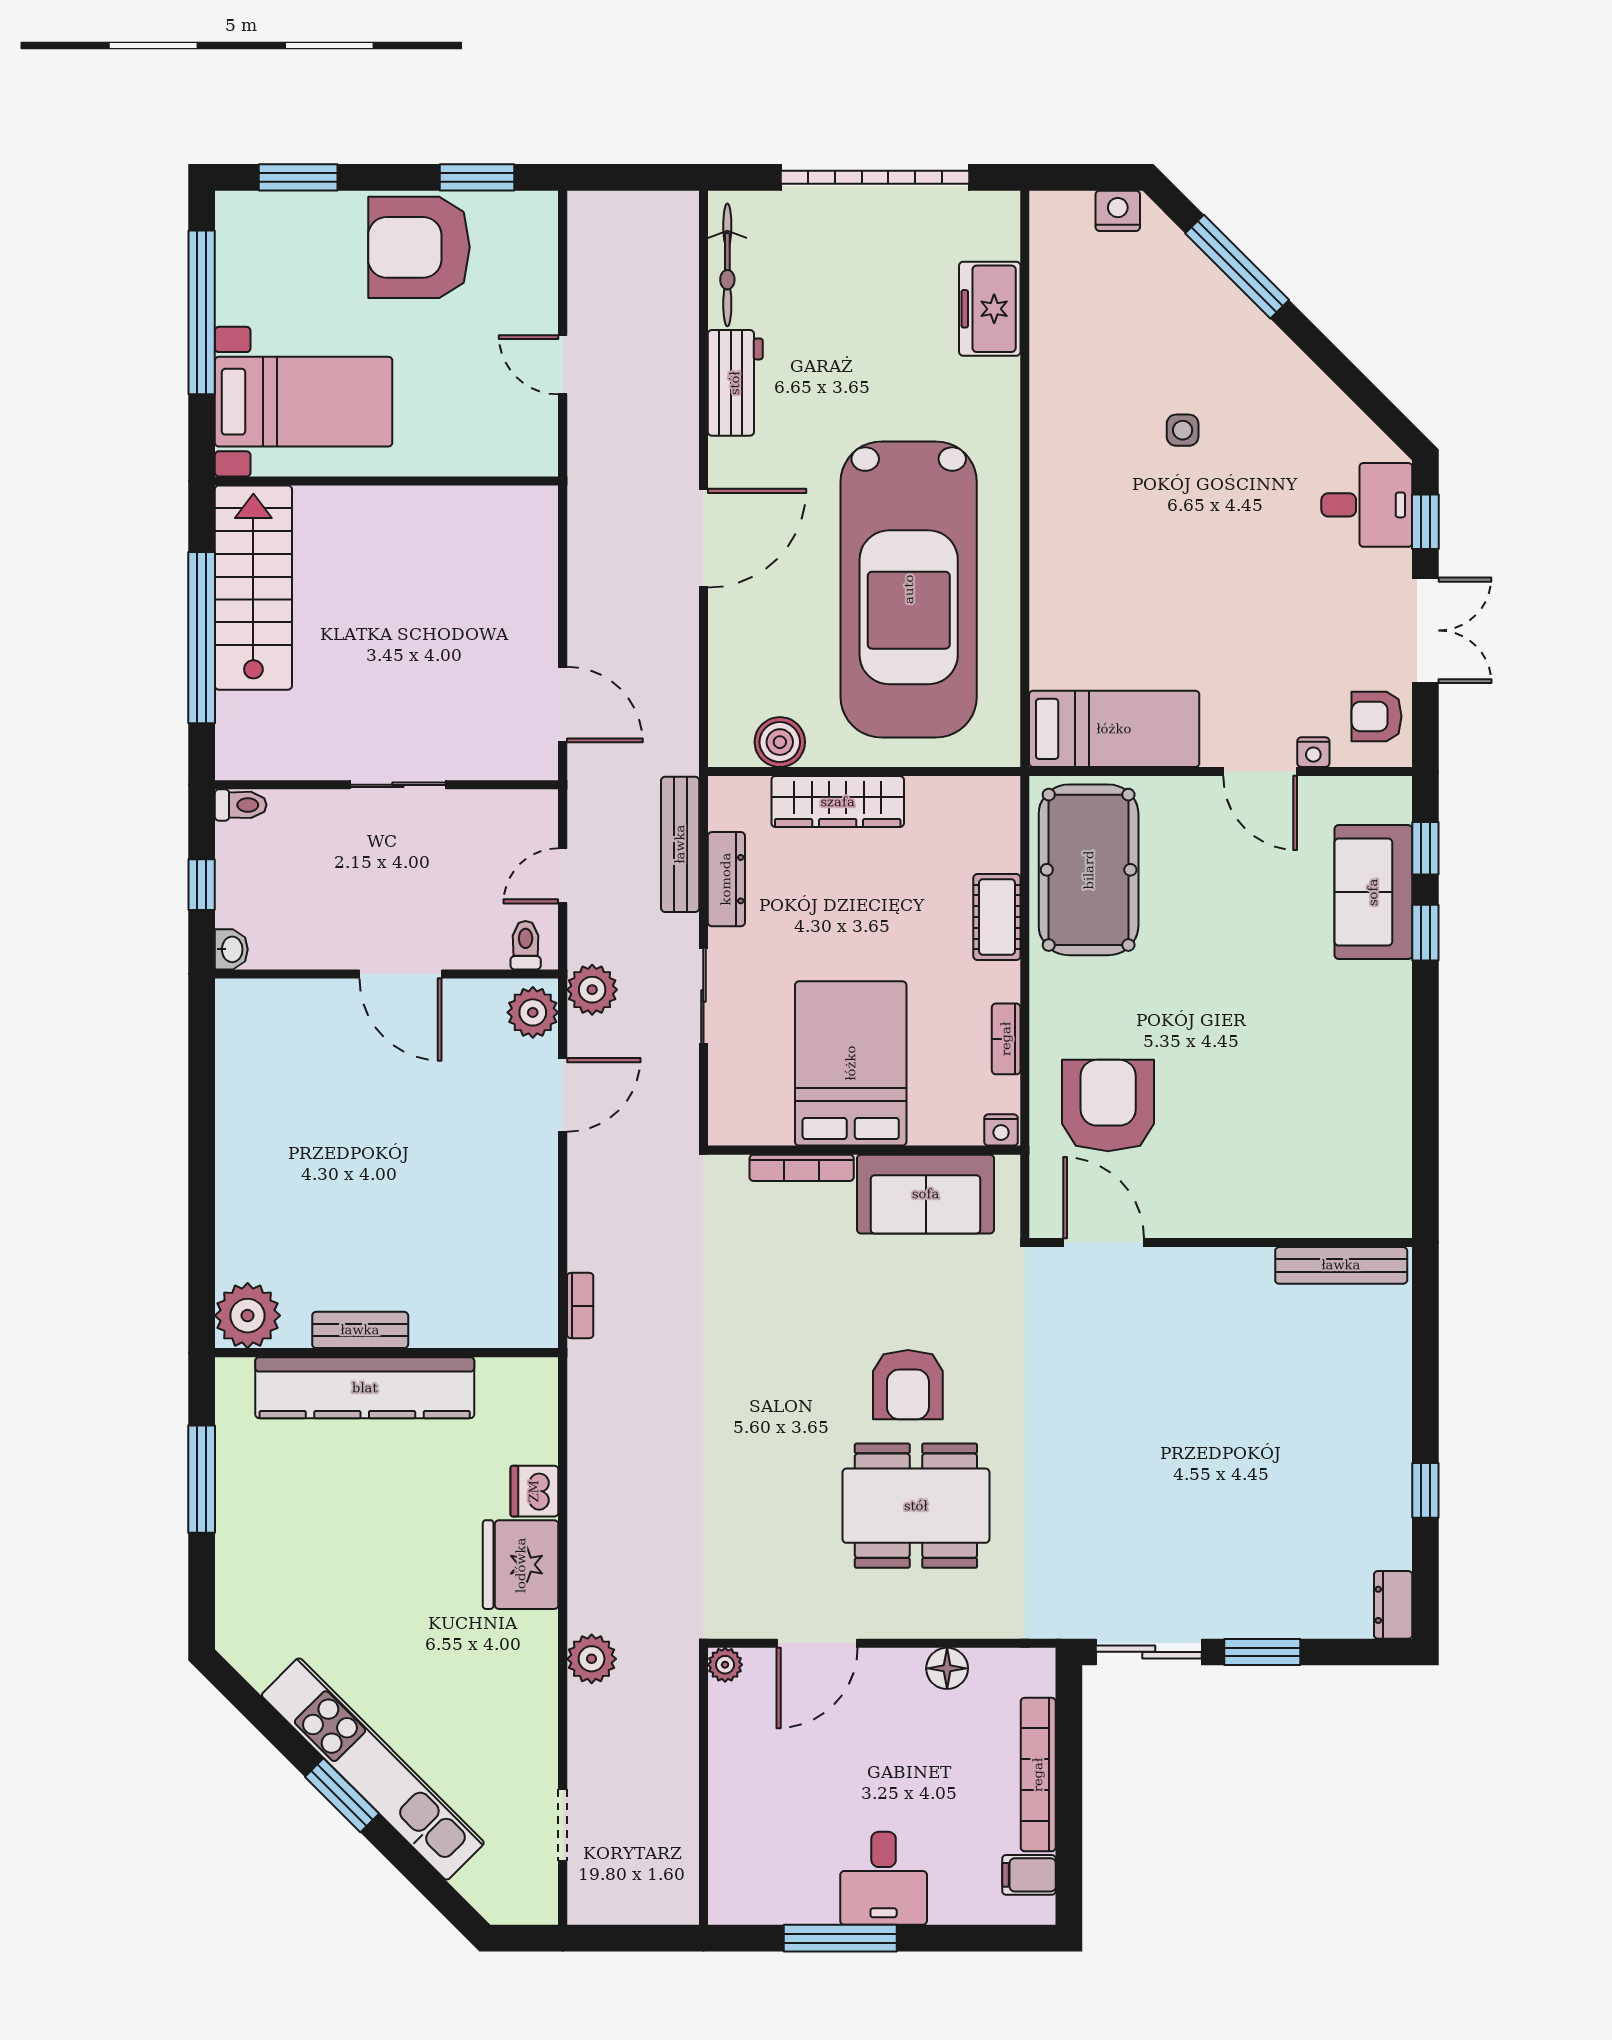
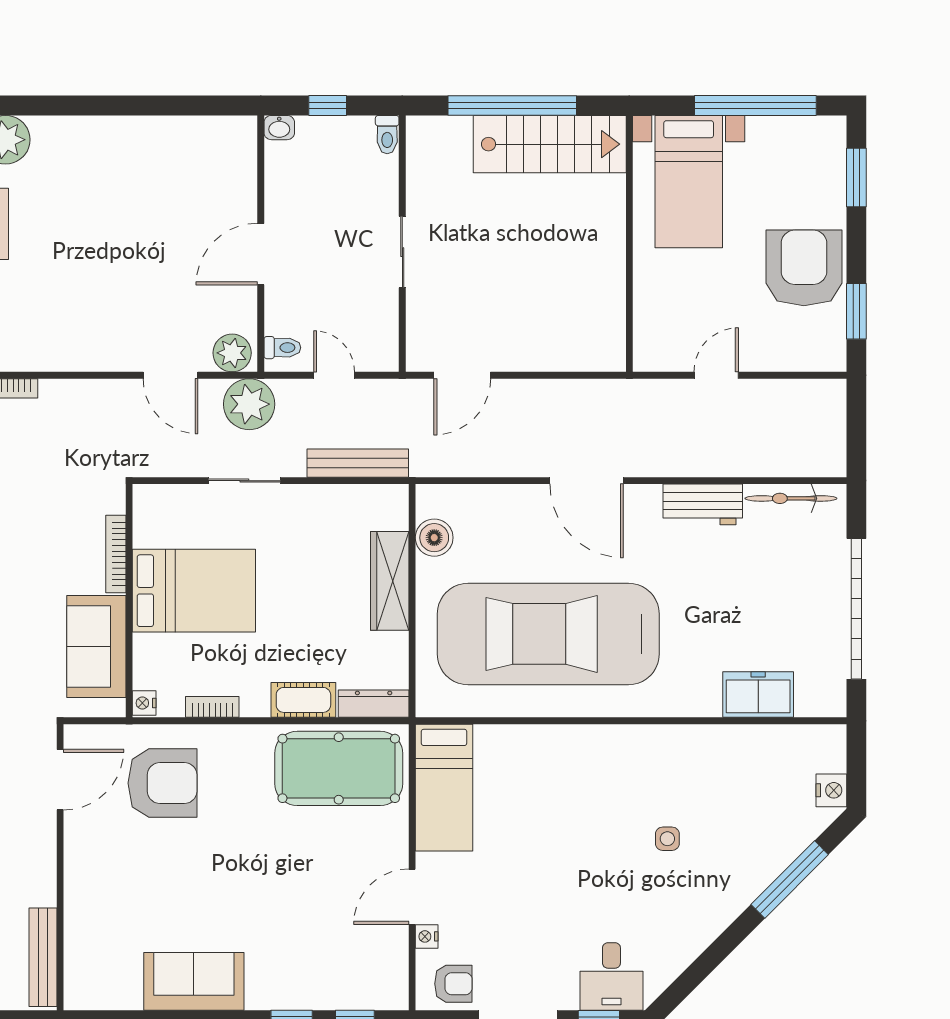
armchair: (1377, 716) -> (453, 984), turned 90
dresser: (726, 879) -> (374, 704), moved, turned 180
sofa: (1373, 892) -> (194, 981), moved
plant: (592, 990) -> (249, 404), width x1.36, depth x1.36

